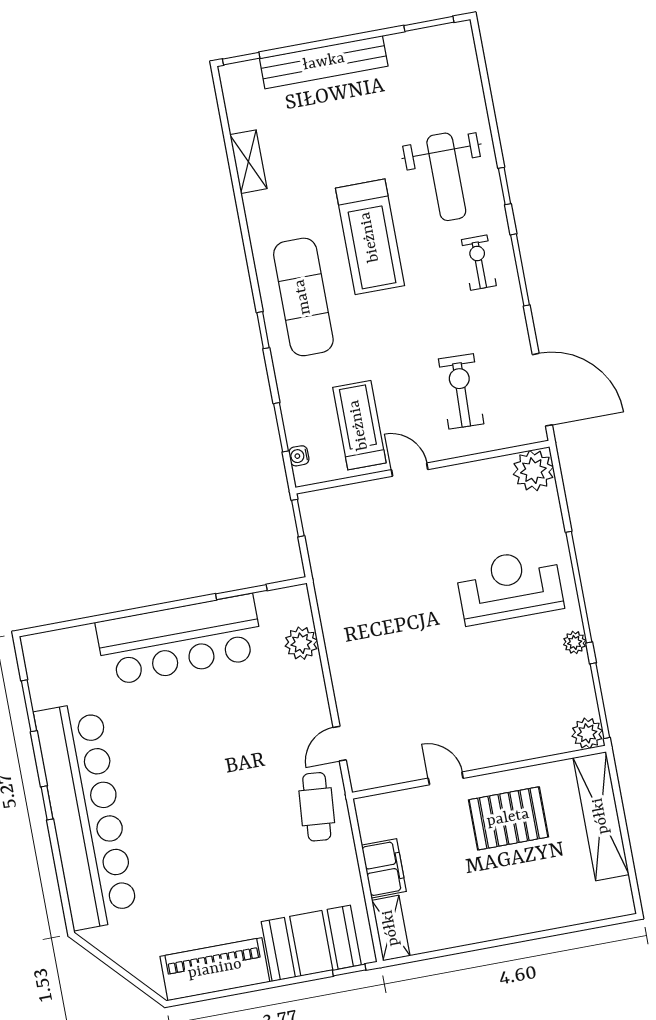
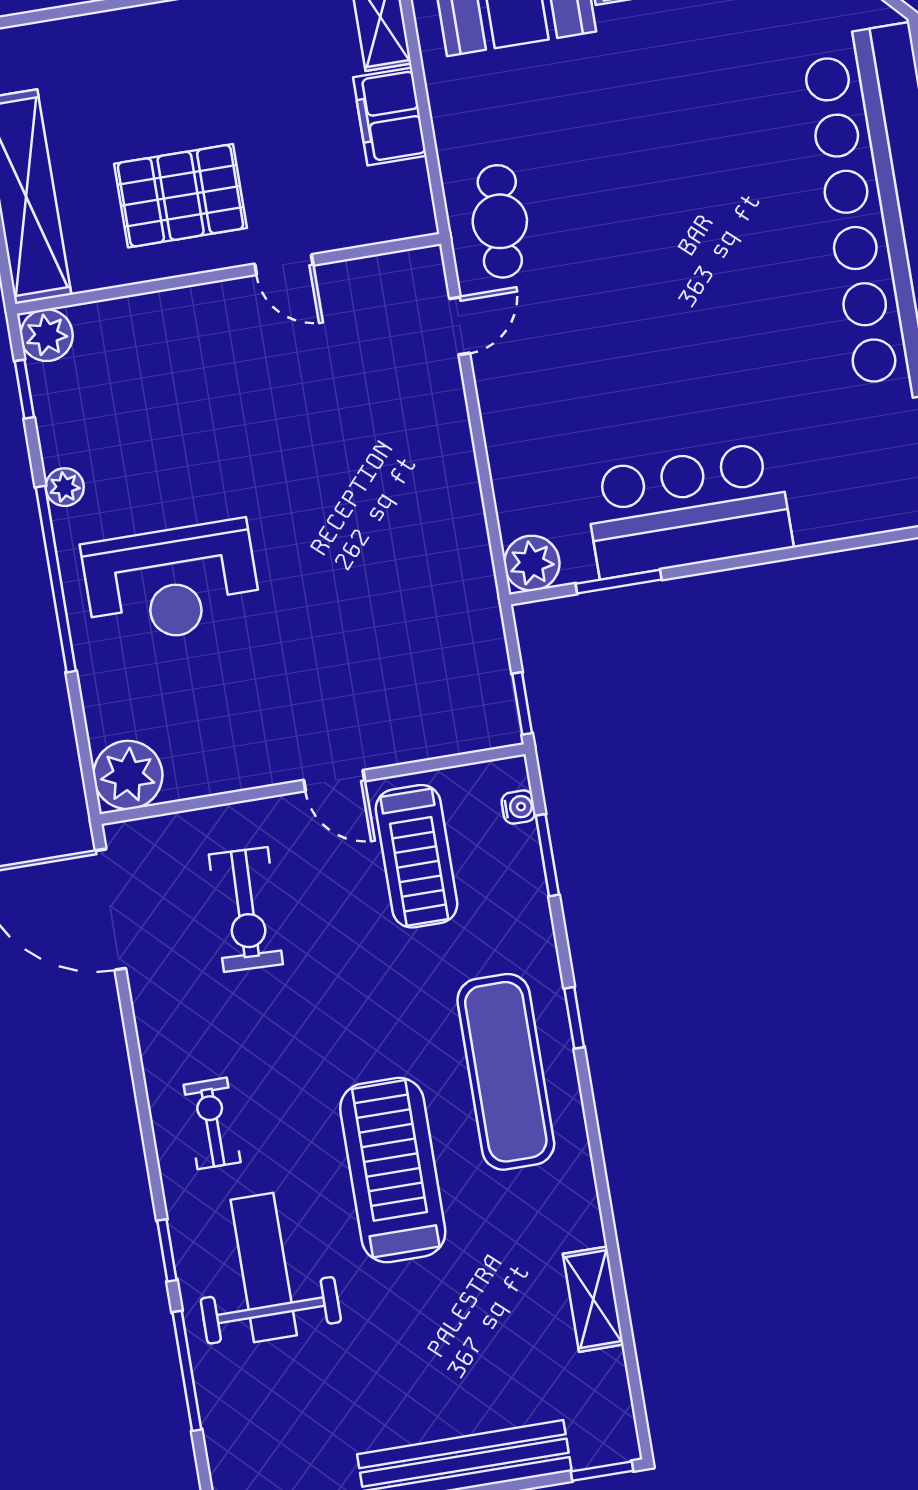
exercise bike: (479, 263) -> (212, 1123), turned 180
window: (520, 270) -> (187, 1371), moved
bar counter: (180, 640) -> (688, 510), width x0.73
plant: (301, 643) -> (532, 563), moved
window: (600, 701) -> (24, 389), width x0.46

